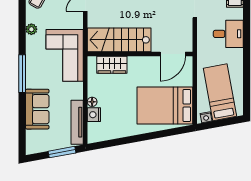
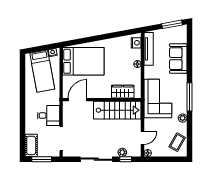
desk: (228, 34) -> (49, 116), moved, turned 180
window: (22, 74) -> (190, 97), moved
nightstand: (94, 115) -> (136, 43), moved
window: (62, 152) -> (172, 24), moved

